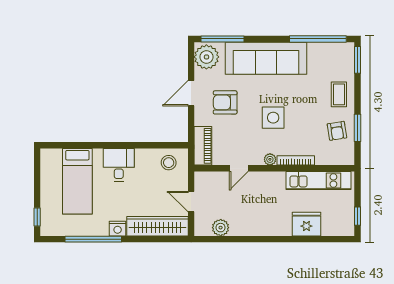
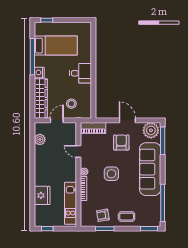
stool: (169, 163) -> (71, 104), moved
bed: (77, 181) -> (56, 46), moved, turned 180

